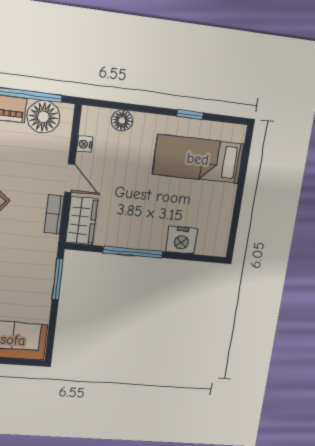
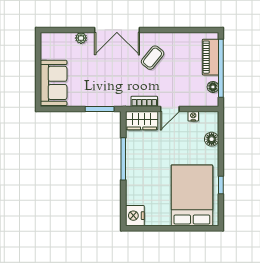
floor lamp: (43, 117) -> (213, 87), width x0.53, depth x0.53
bed: (198, 159) -> (192, 195), width x1.50
nightstand: (182, 240) -> (135, 216), moved

